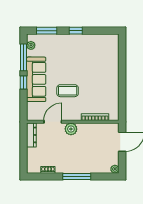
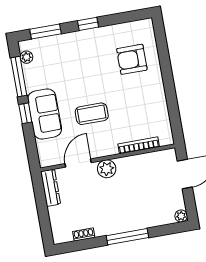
armchair: (101, 59) -> (132, 59), added
sofa: (36, 79) -> (45, 114), width x0.73

